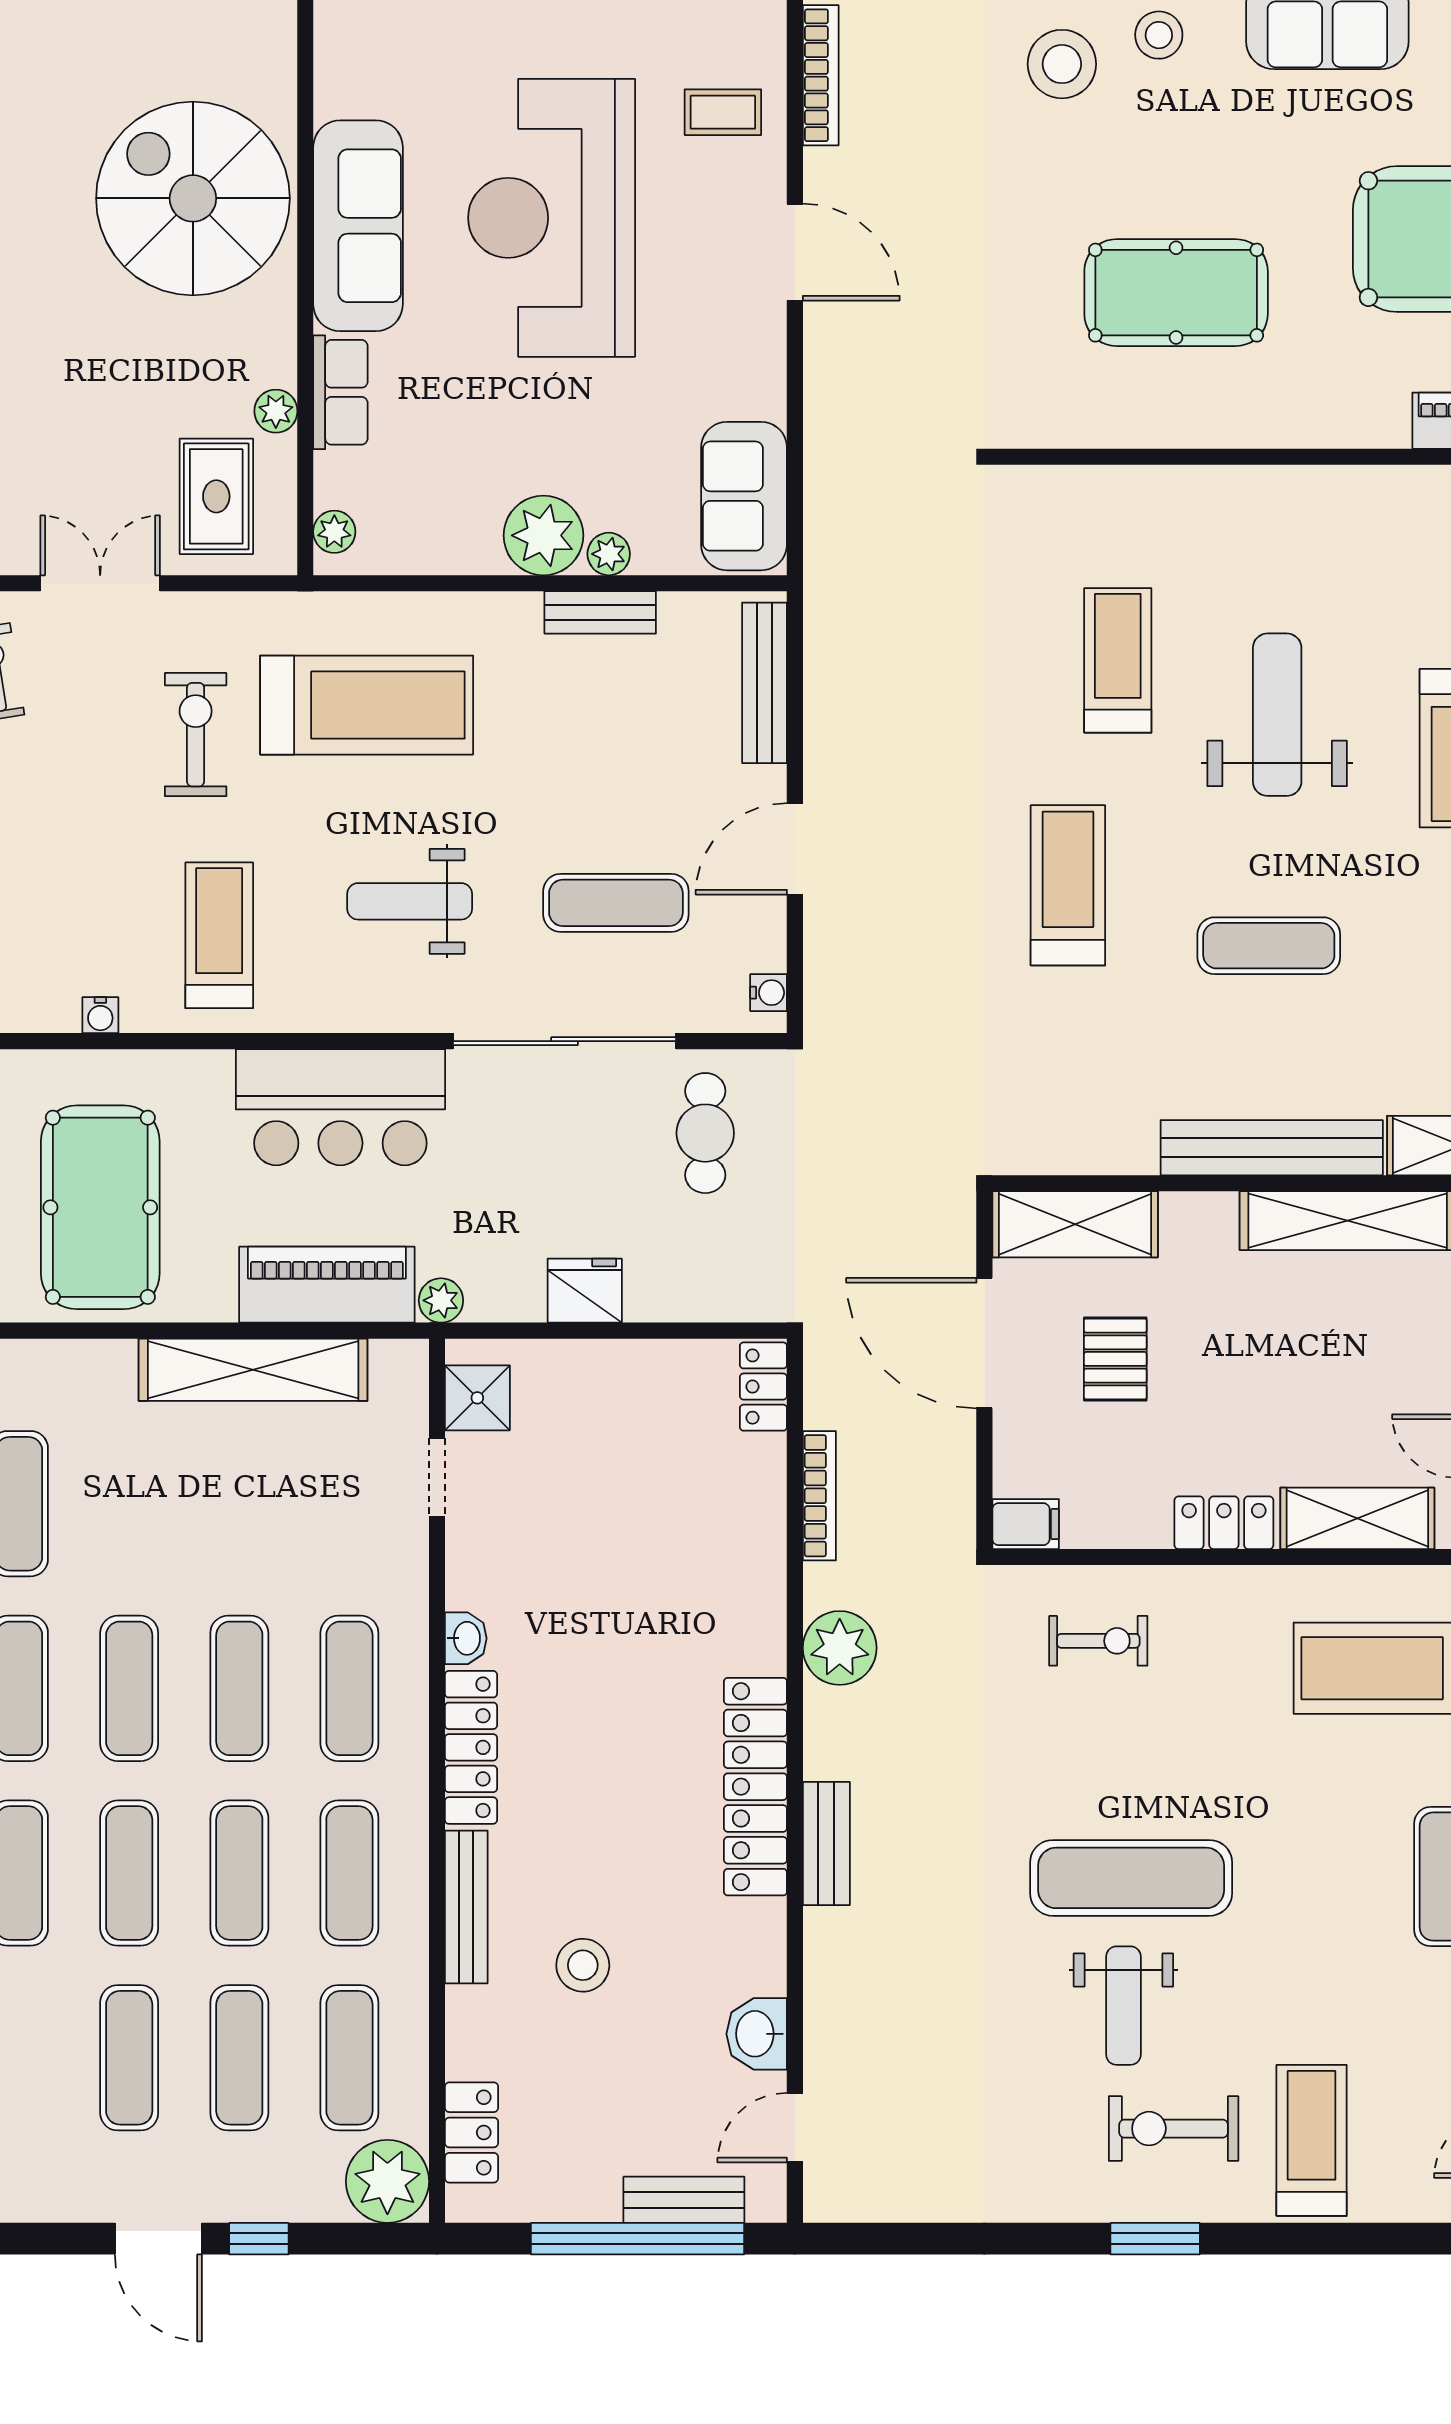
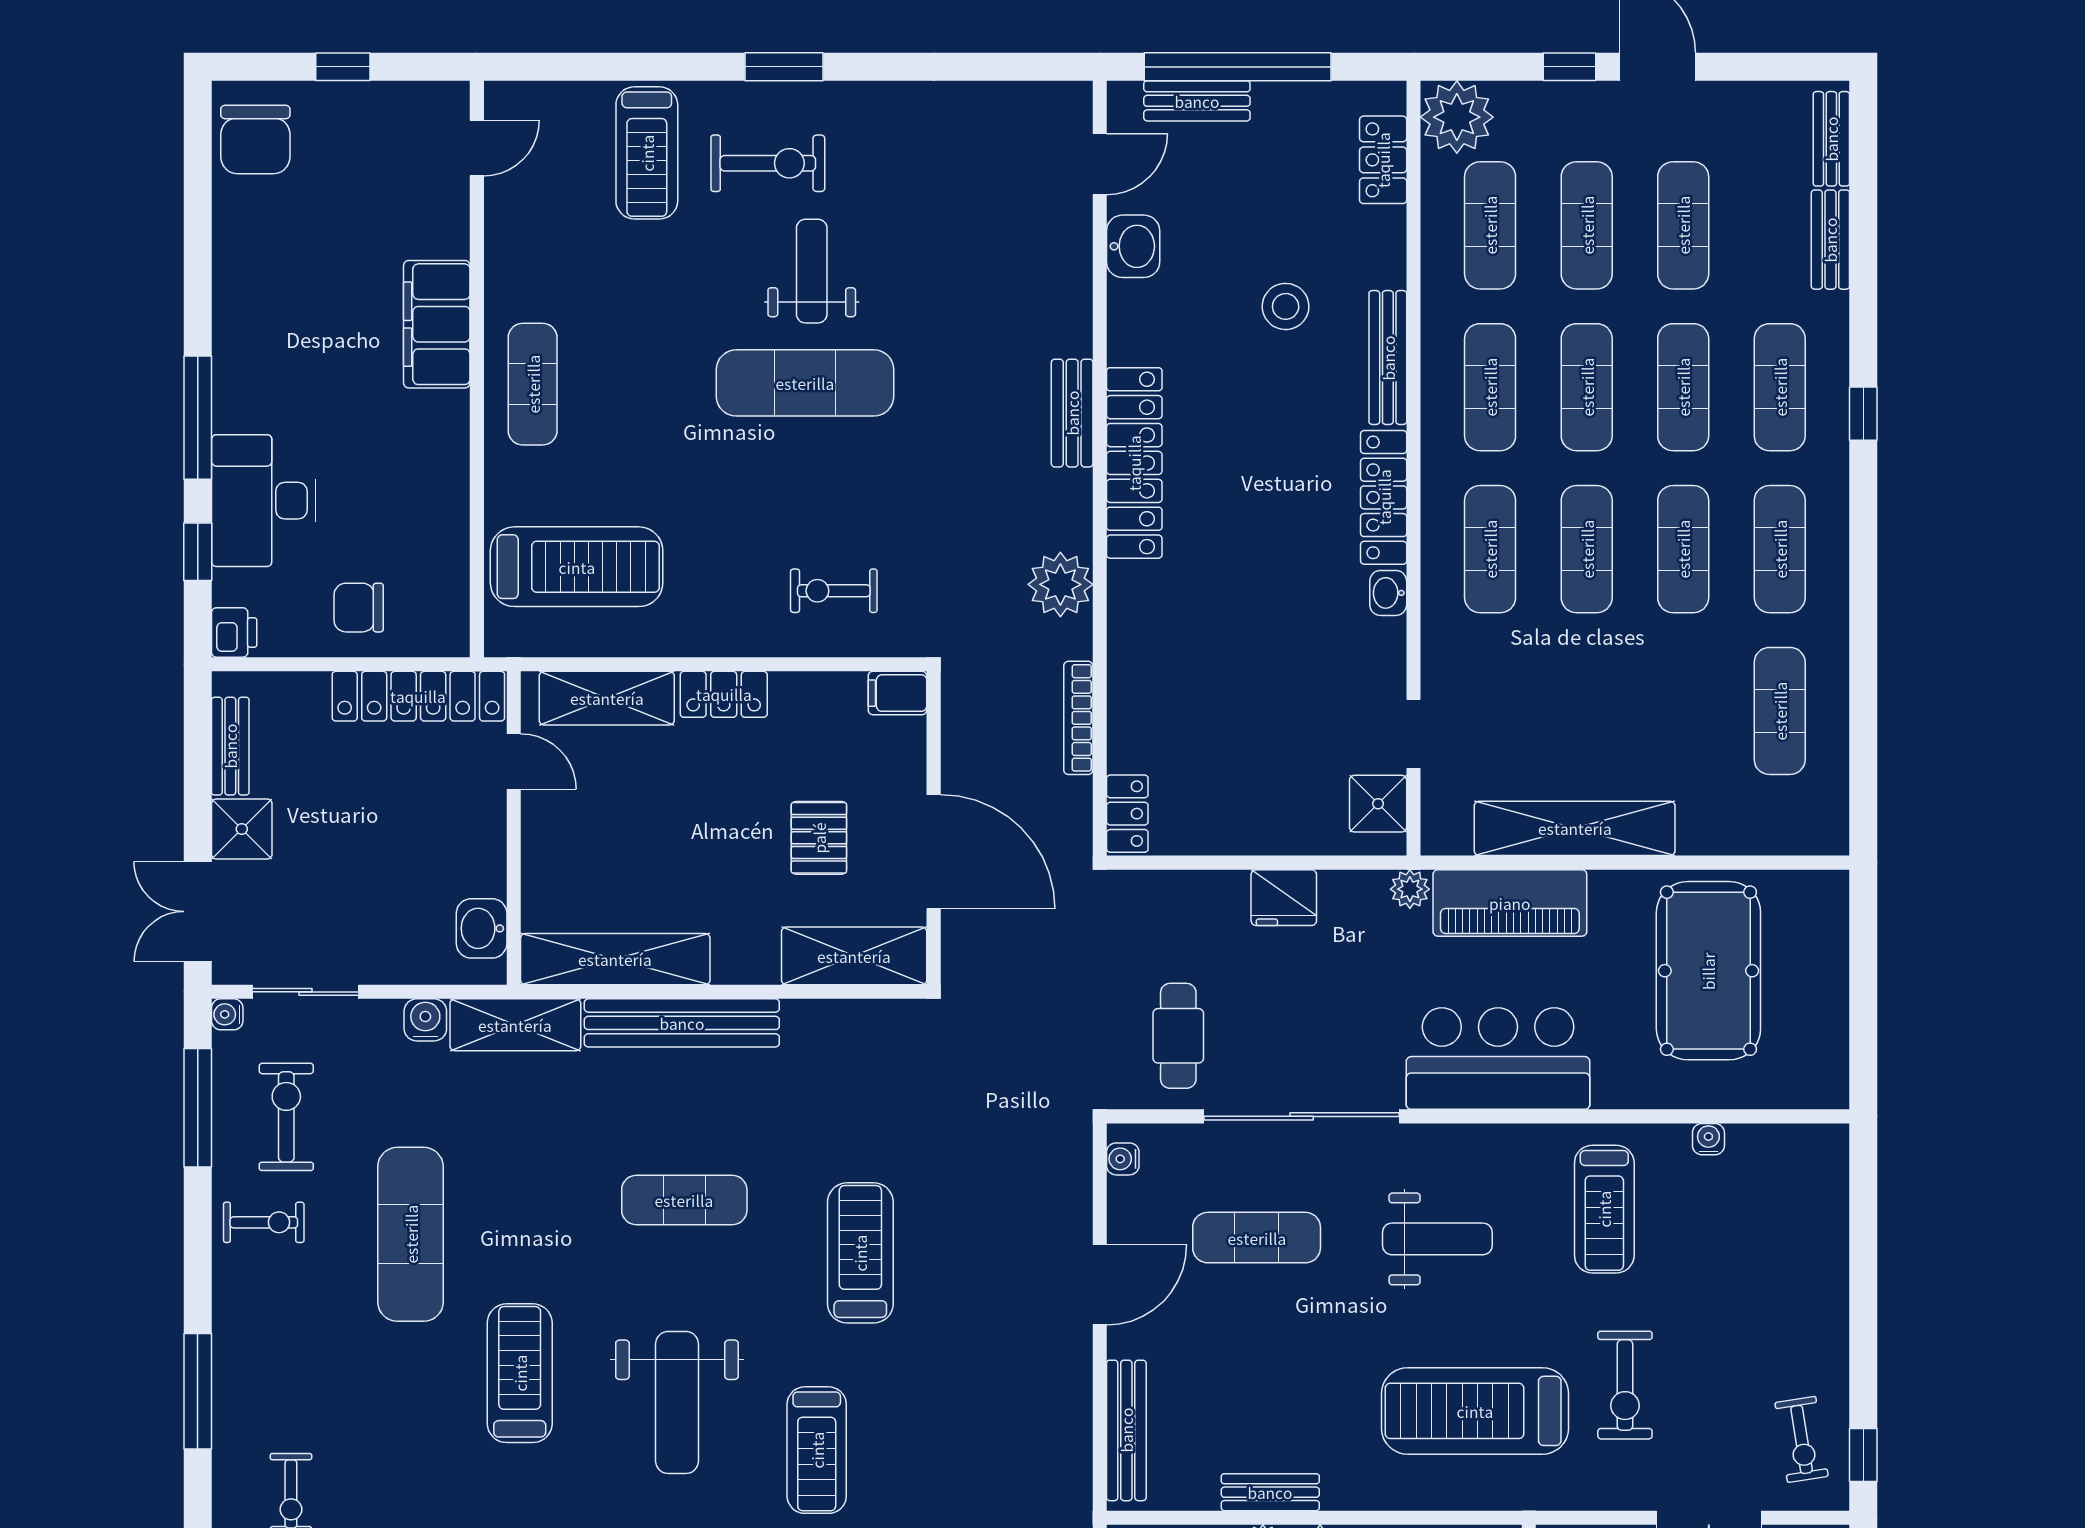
treadmill: (1068, 885) -> (860, 1253), turned 180

